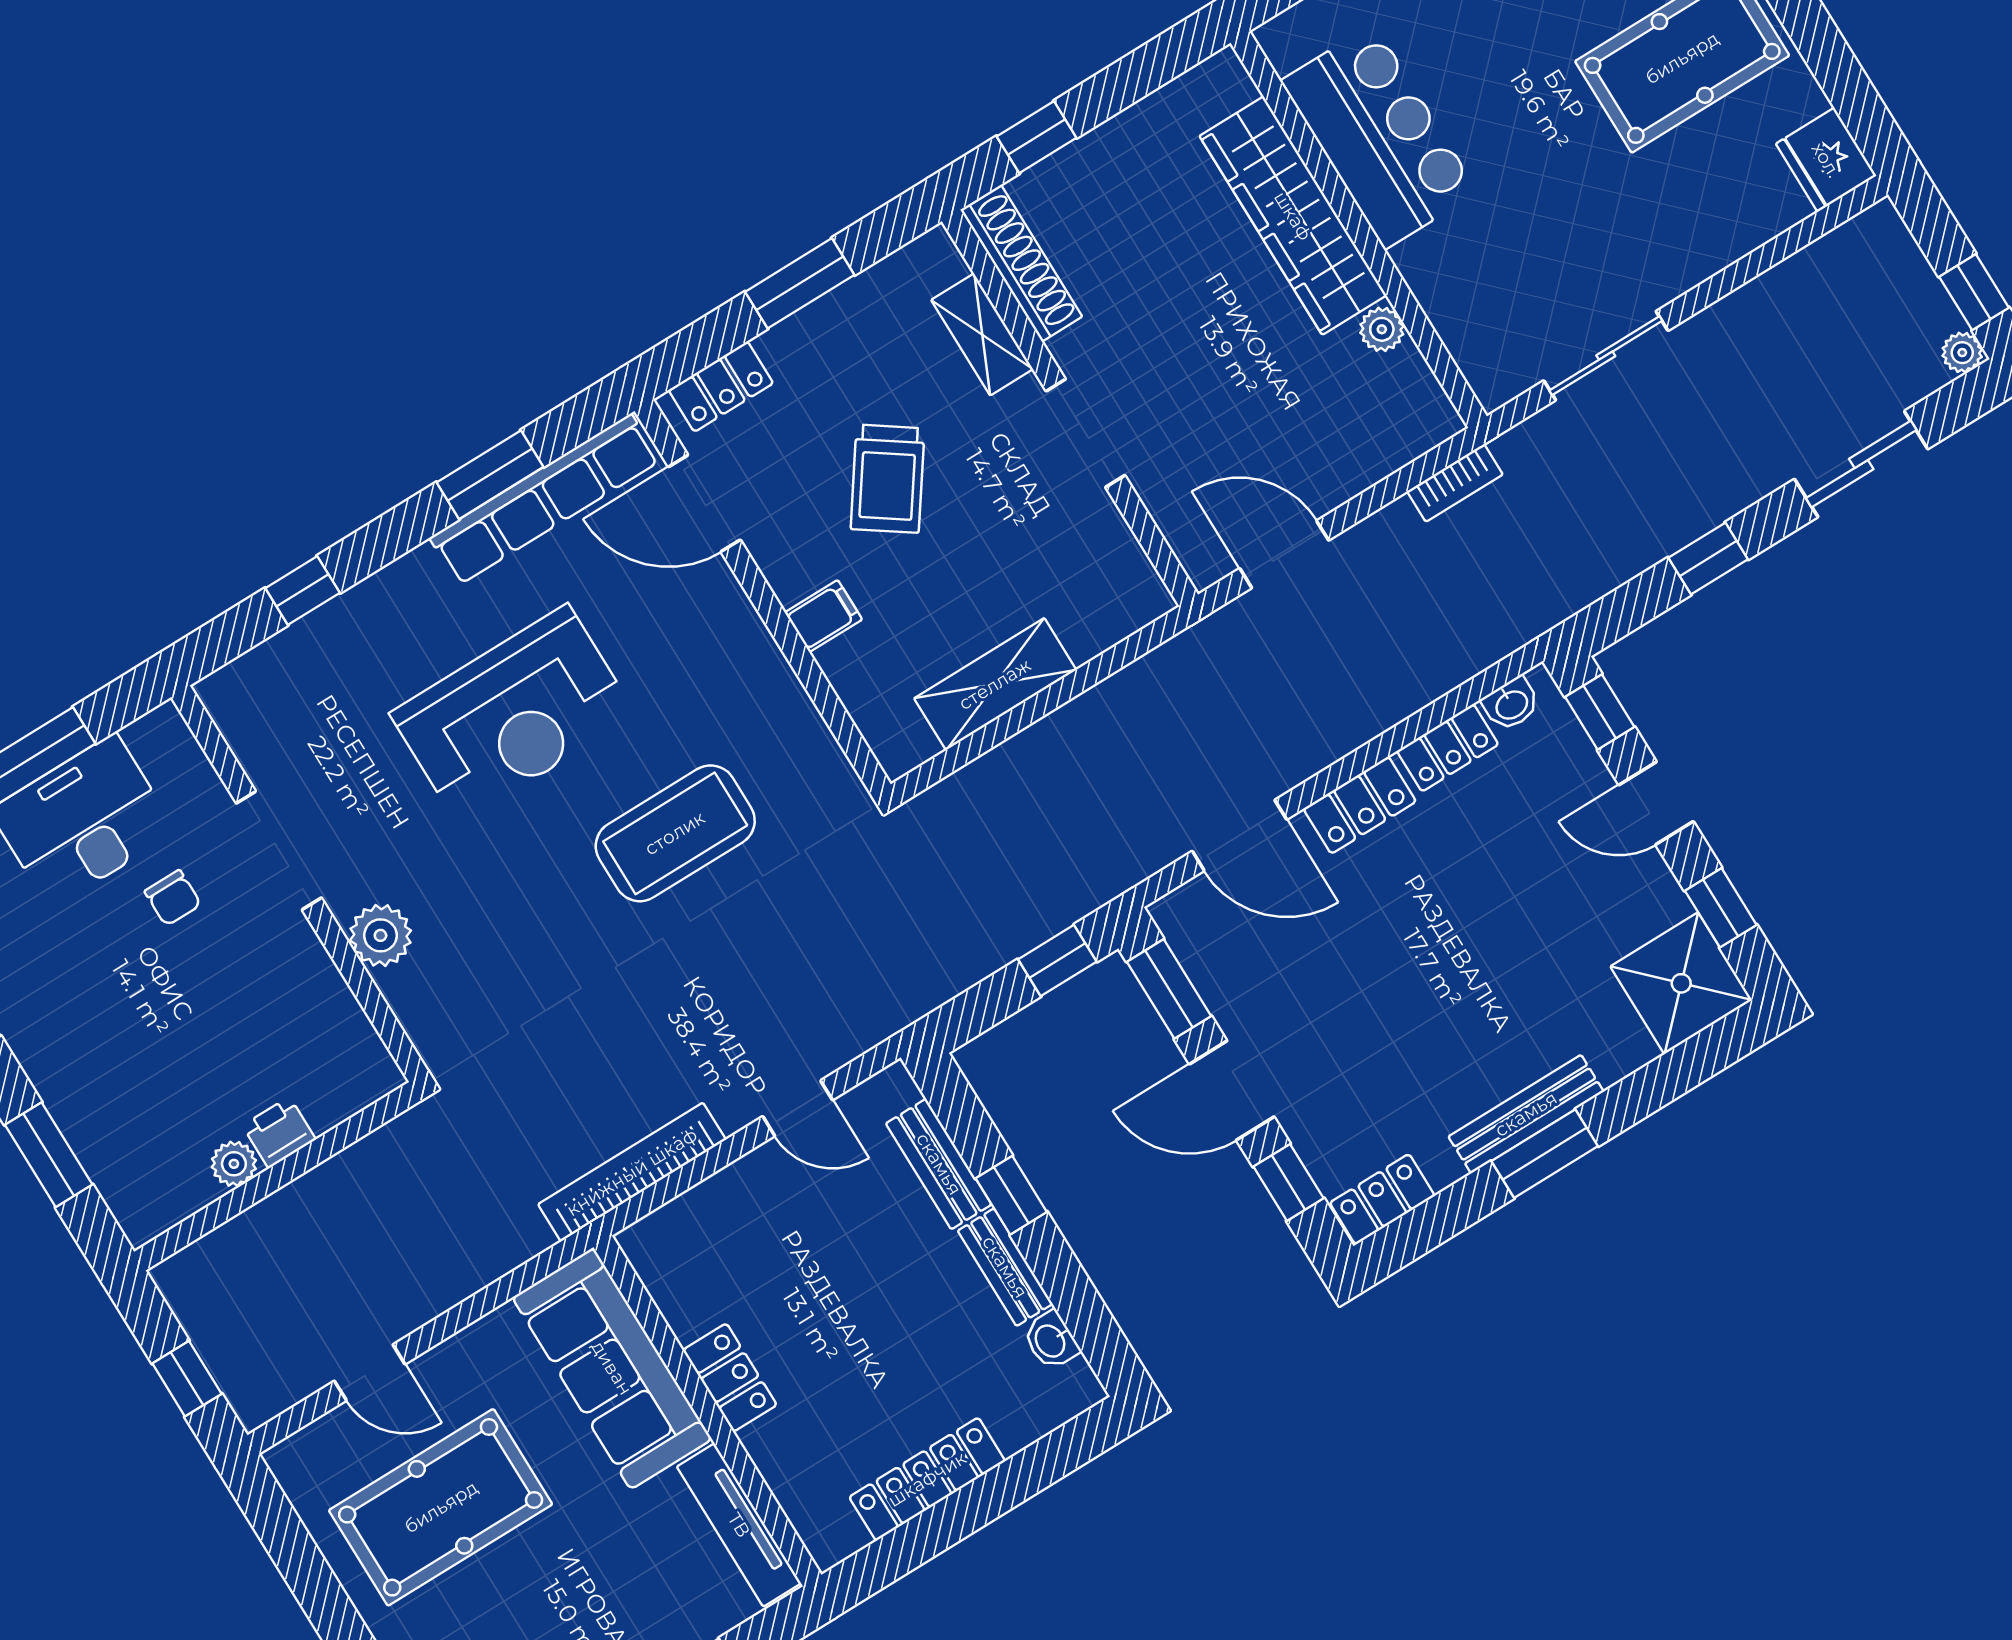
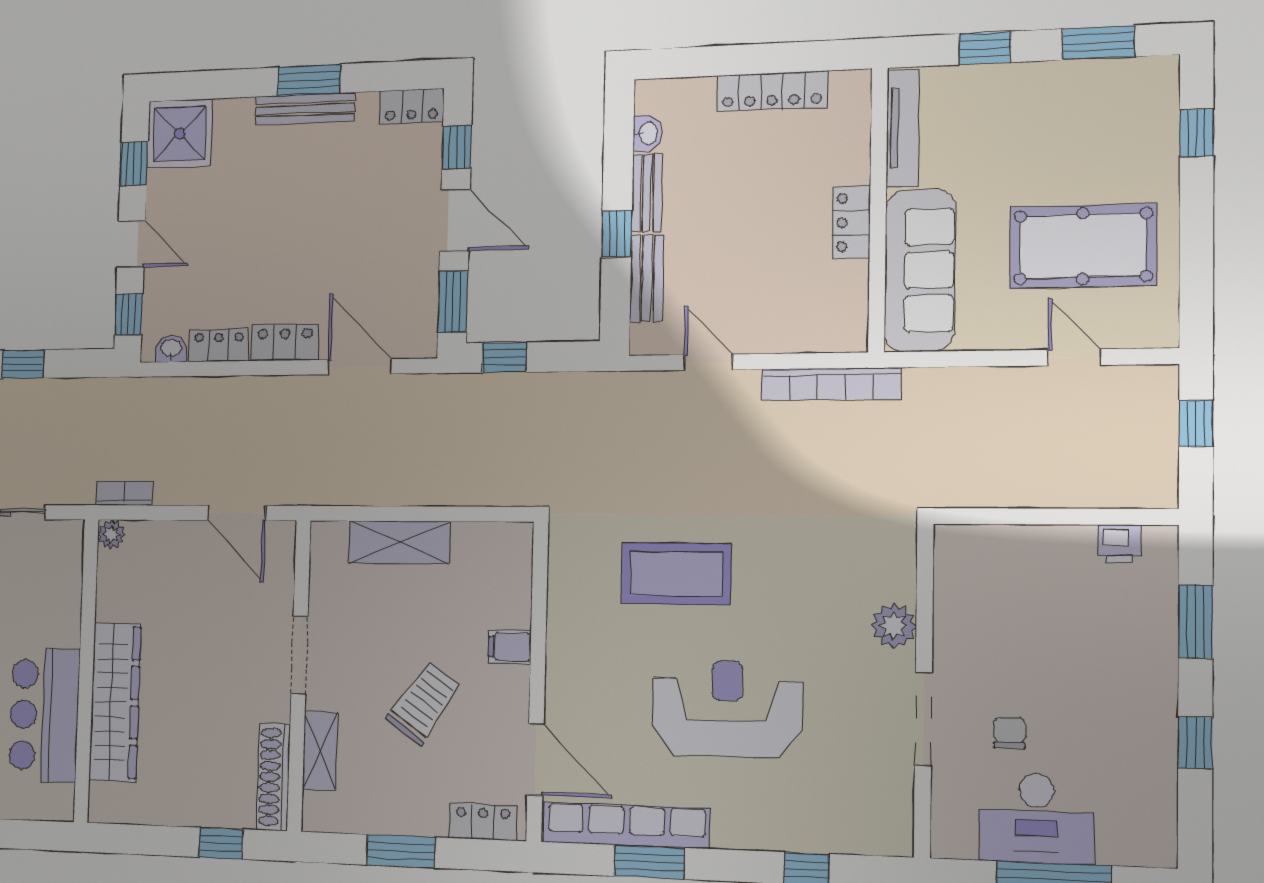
plant: (1382, 329) -> (111, 534), moved
shelving: (995, 684) -> (399, 542), moved
printer: (279, 1133) -> (1120, 544), moved
plant: (234, 1164) -> (1078, 541), removed

